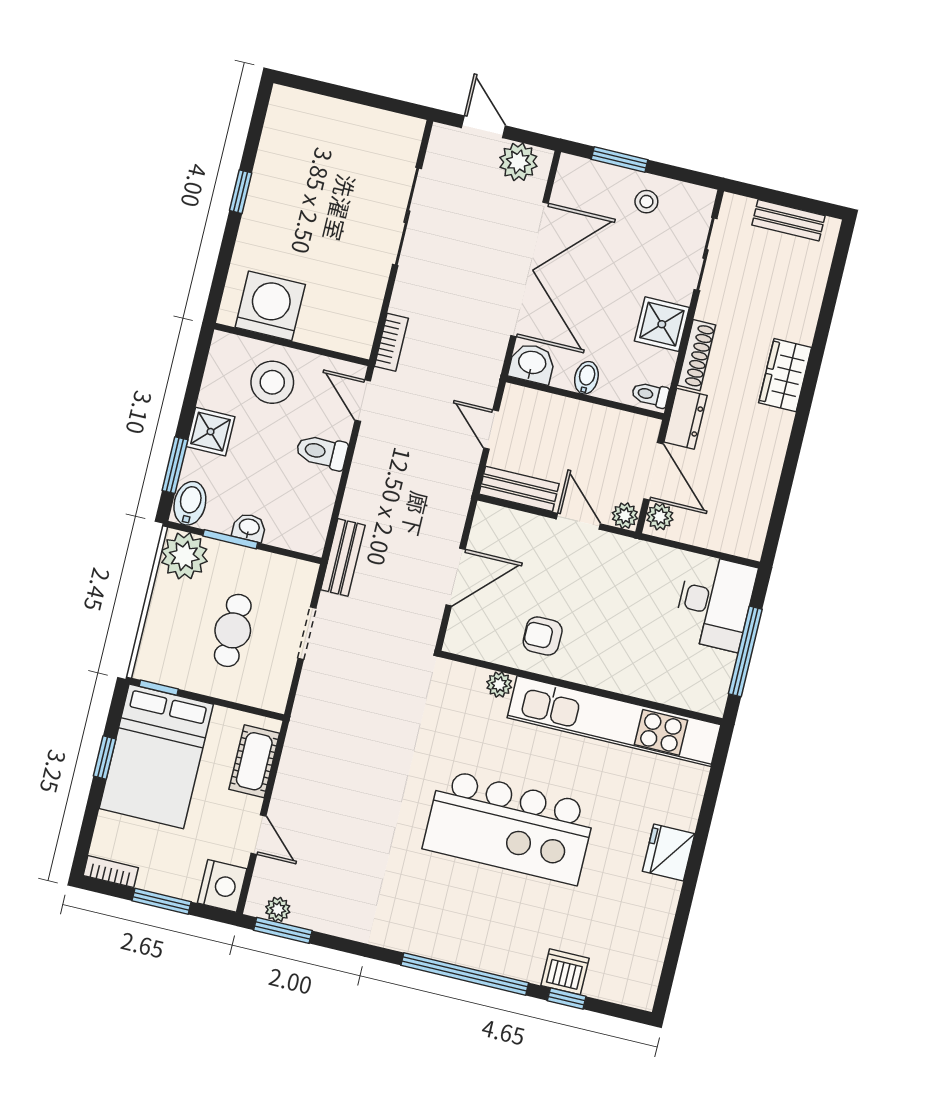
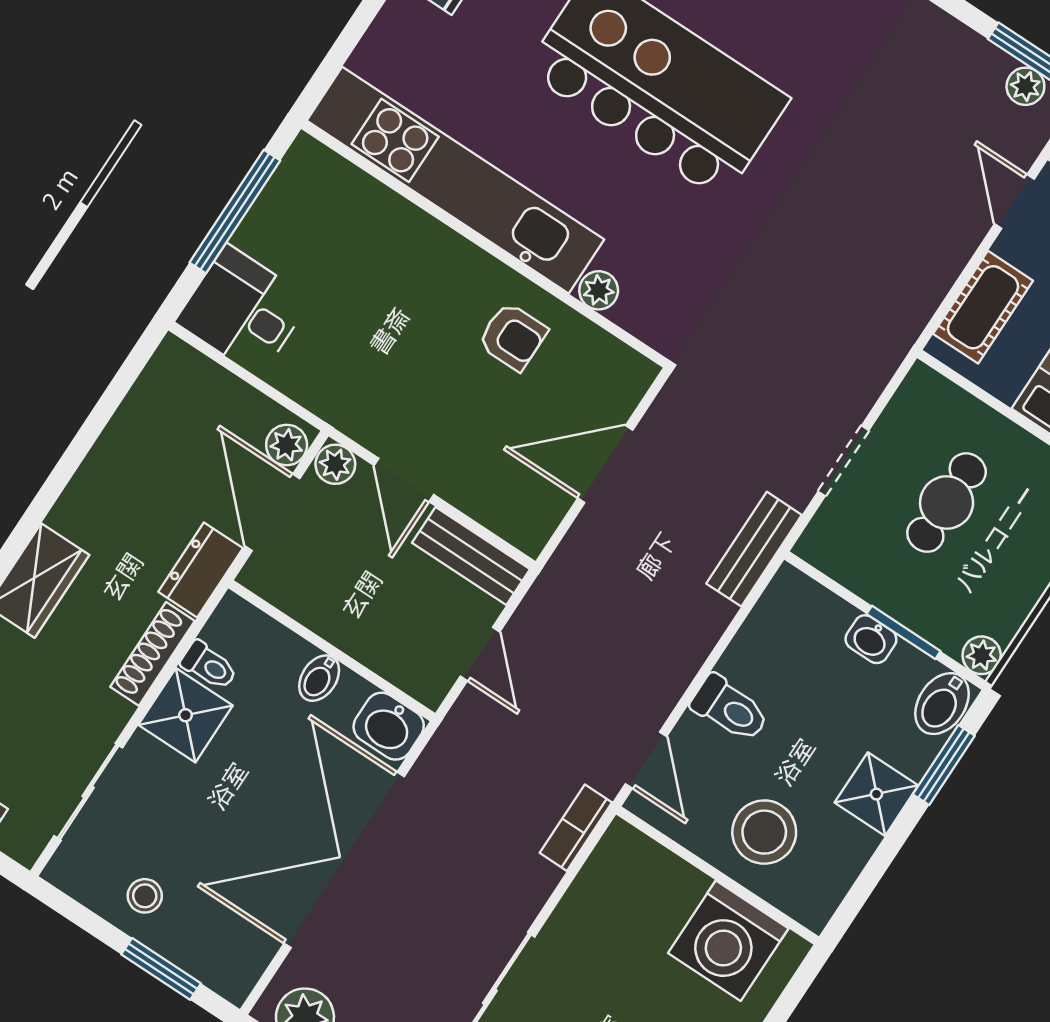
toilet: (650, 395) -> (209, 666), moved
plant: (184, 556) -> (982, 655), width x0.53, depth x0.53
desk: (715, 603) -> (243, 311), width x0.73

